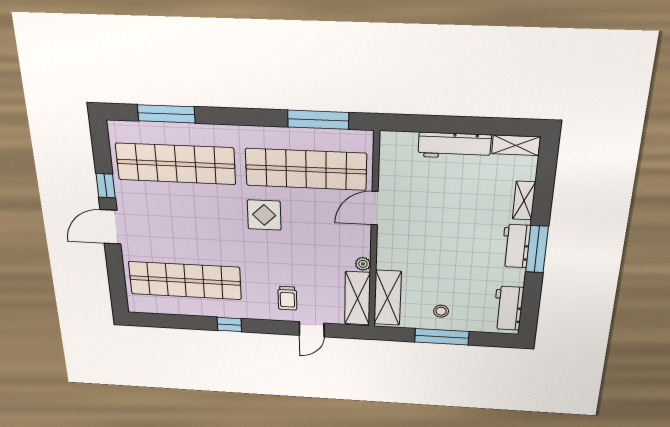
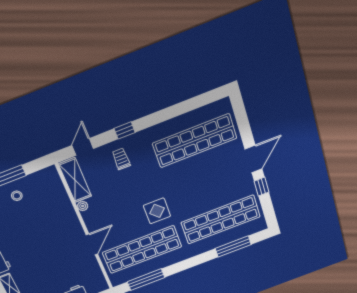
shelving: (388, 298) -> (56, 189), removed
window: (229, 324) -> (125, 131), moved
door: (312, 329) -> (83, 147), moved

